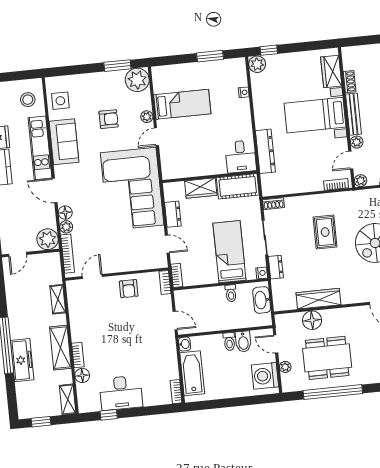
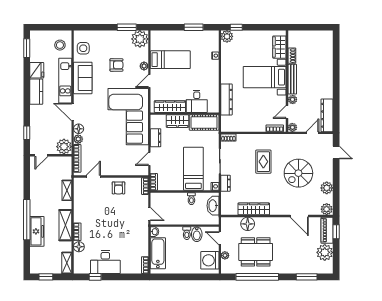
desk: (241, 156) -> (197, 101), moved
wardrobe: (188, 169) -> (170, 107), added
door: (167, 244) -> (149, 159), swing flipped

